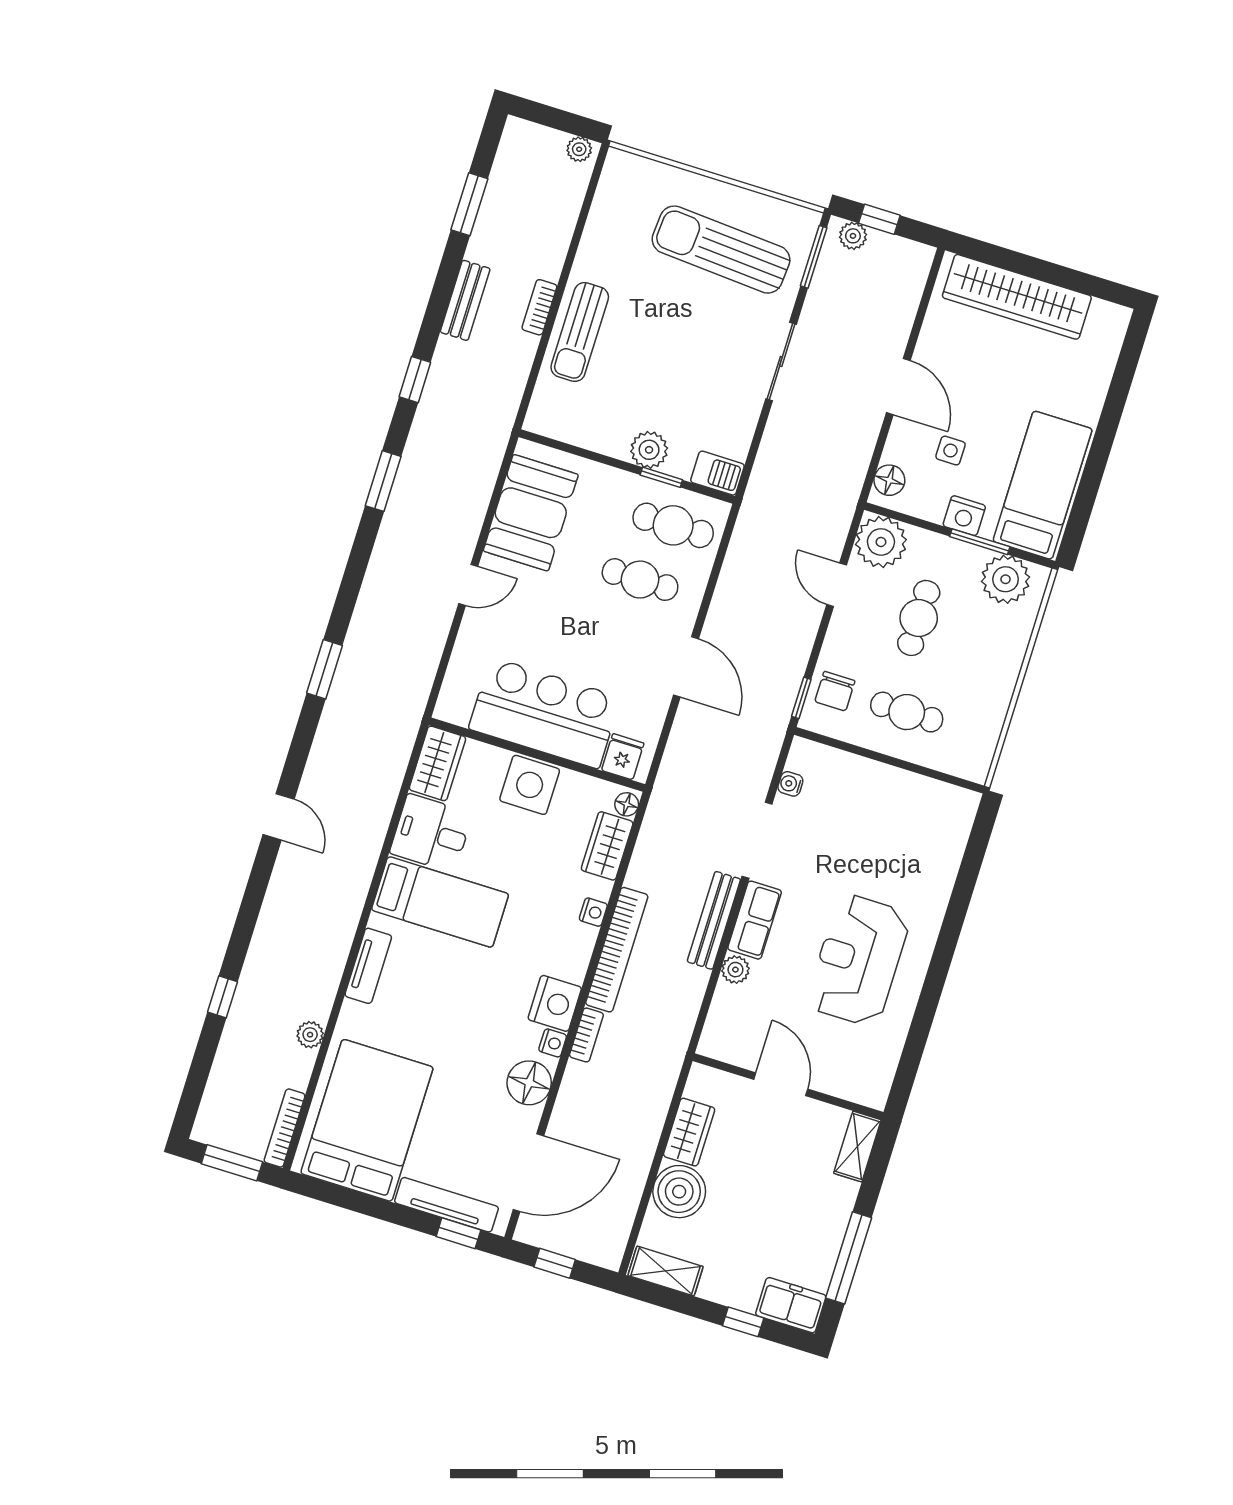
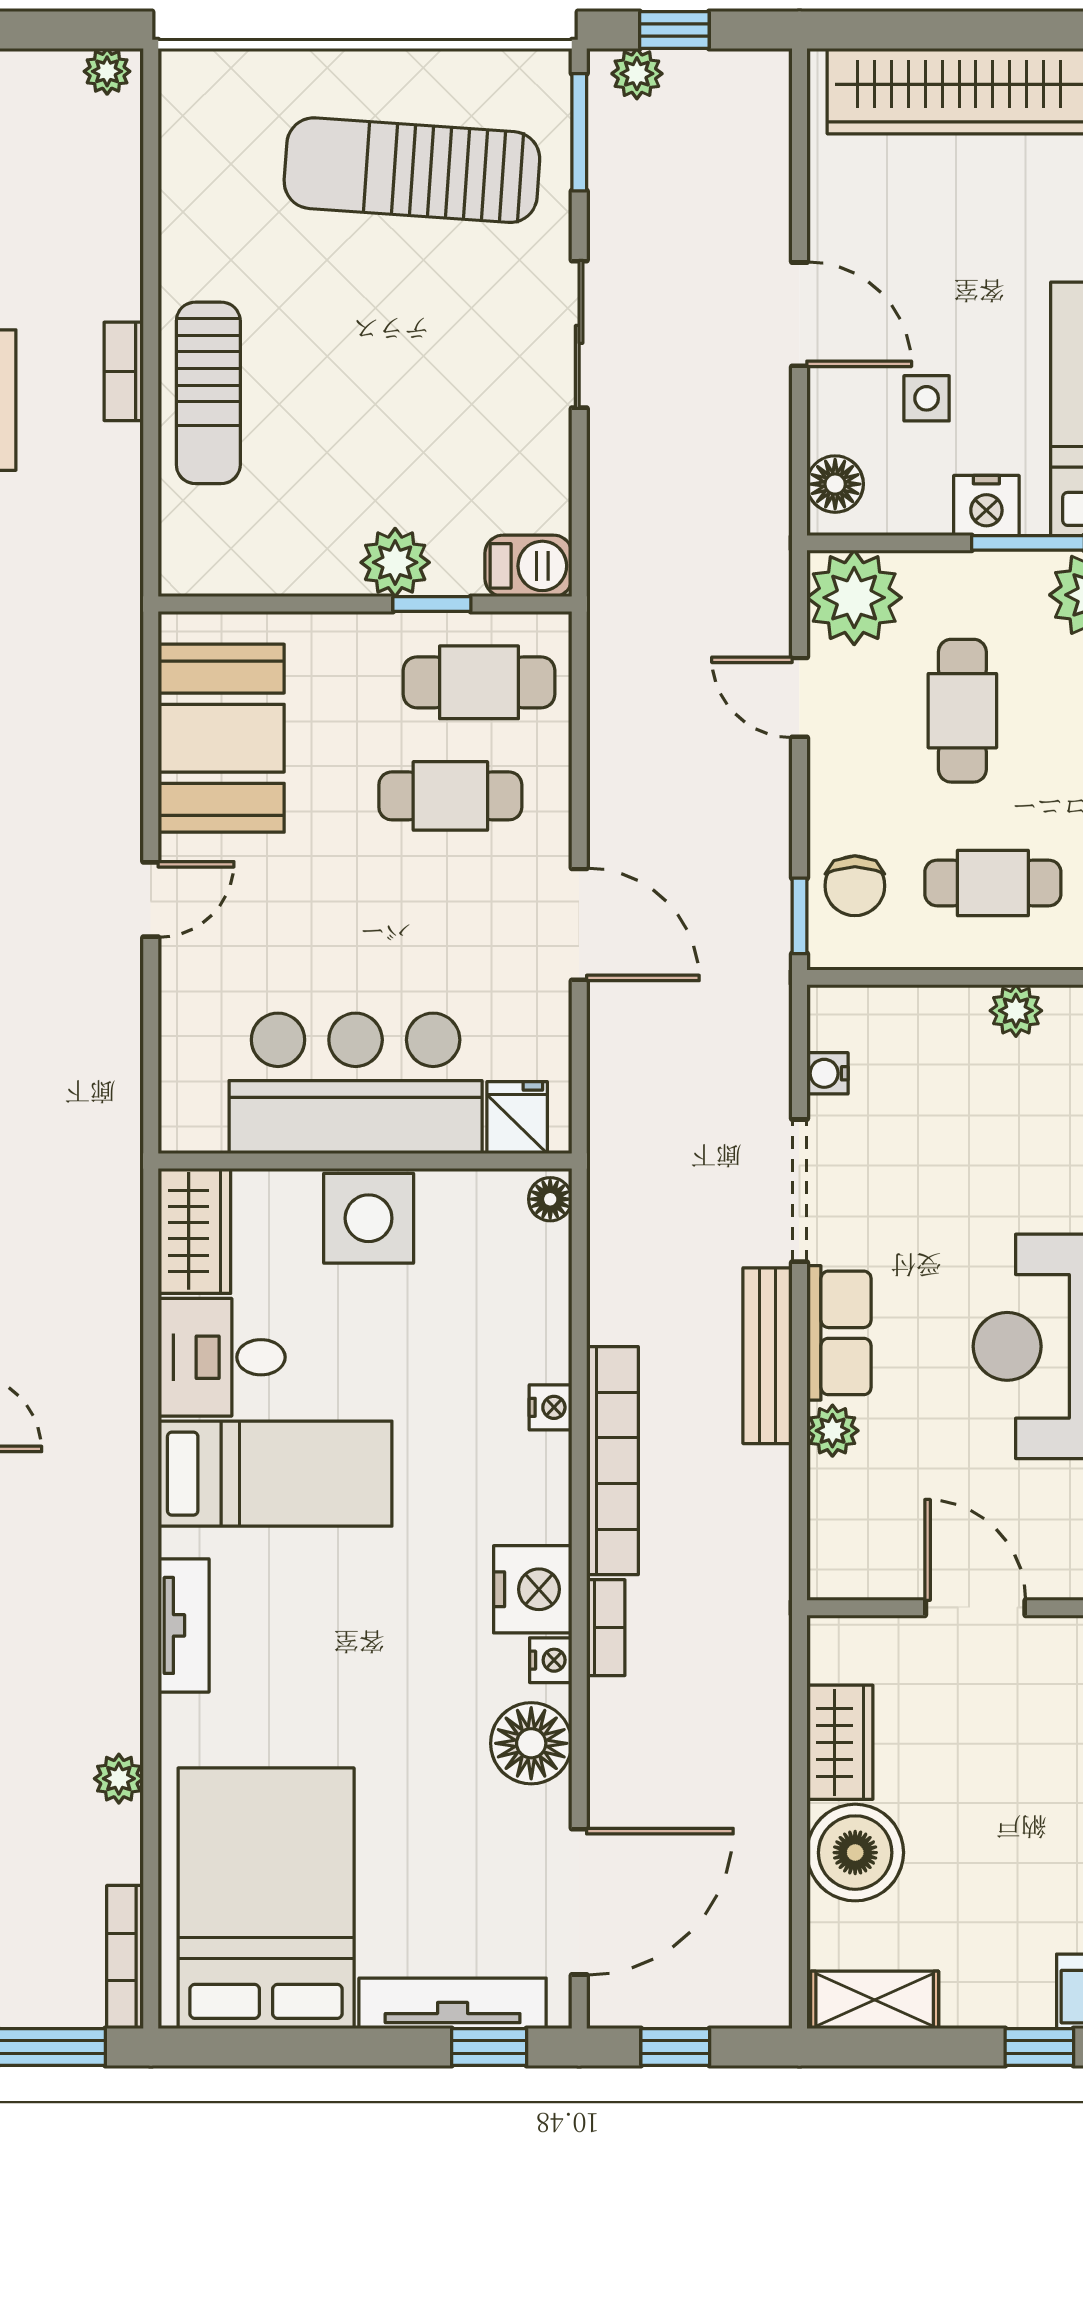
plant: (898, 782) -> (1016, 1011), added
wardrobe: (607, 846) -> (539, 1283), removed

